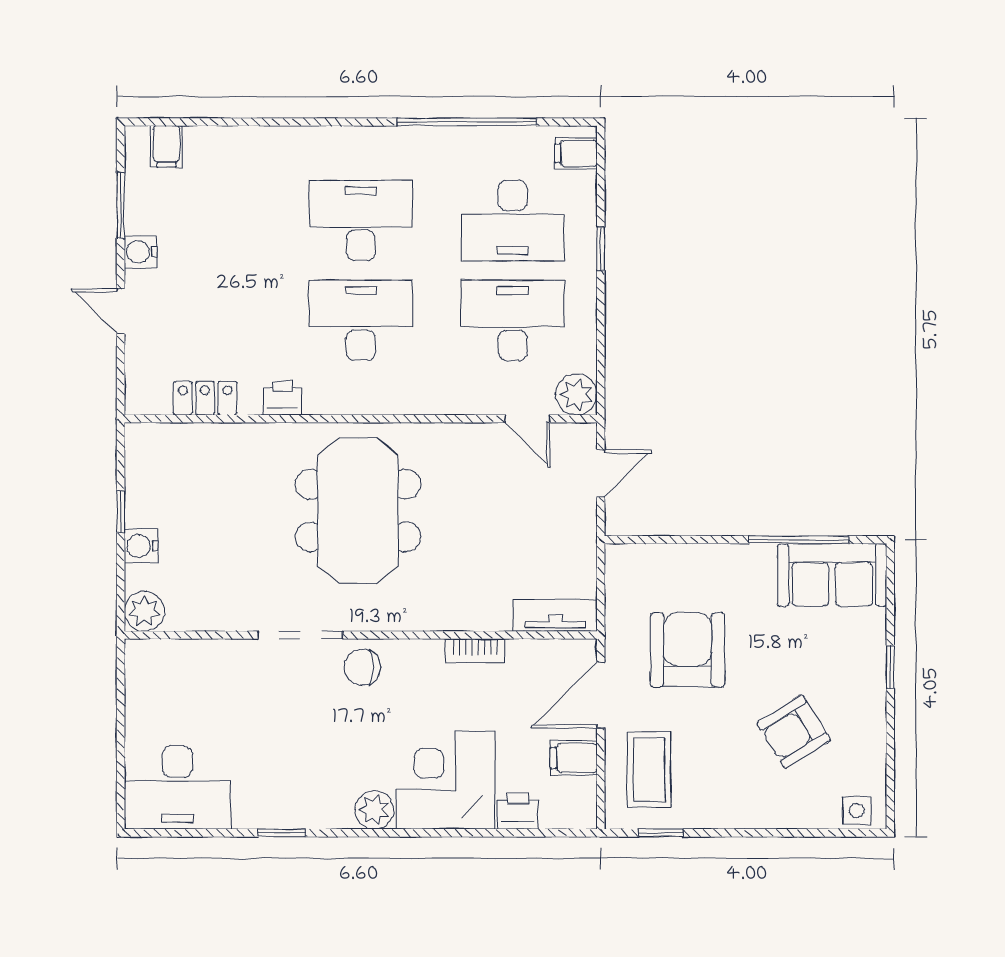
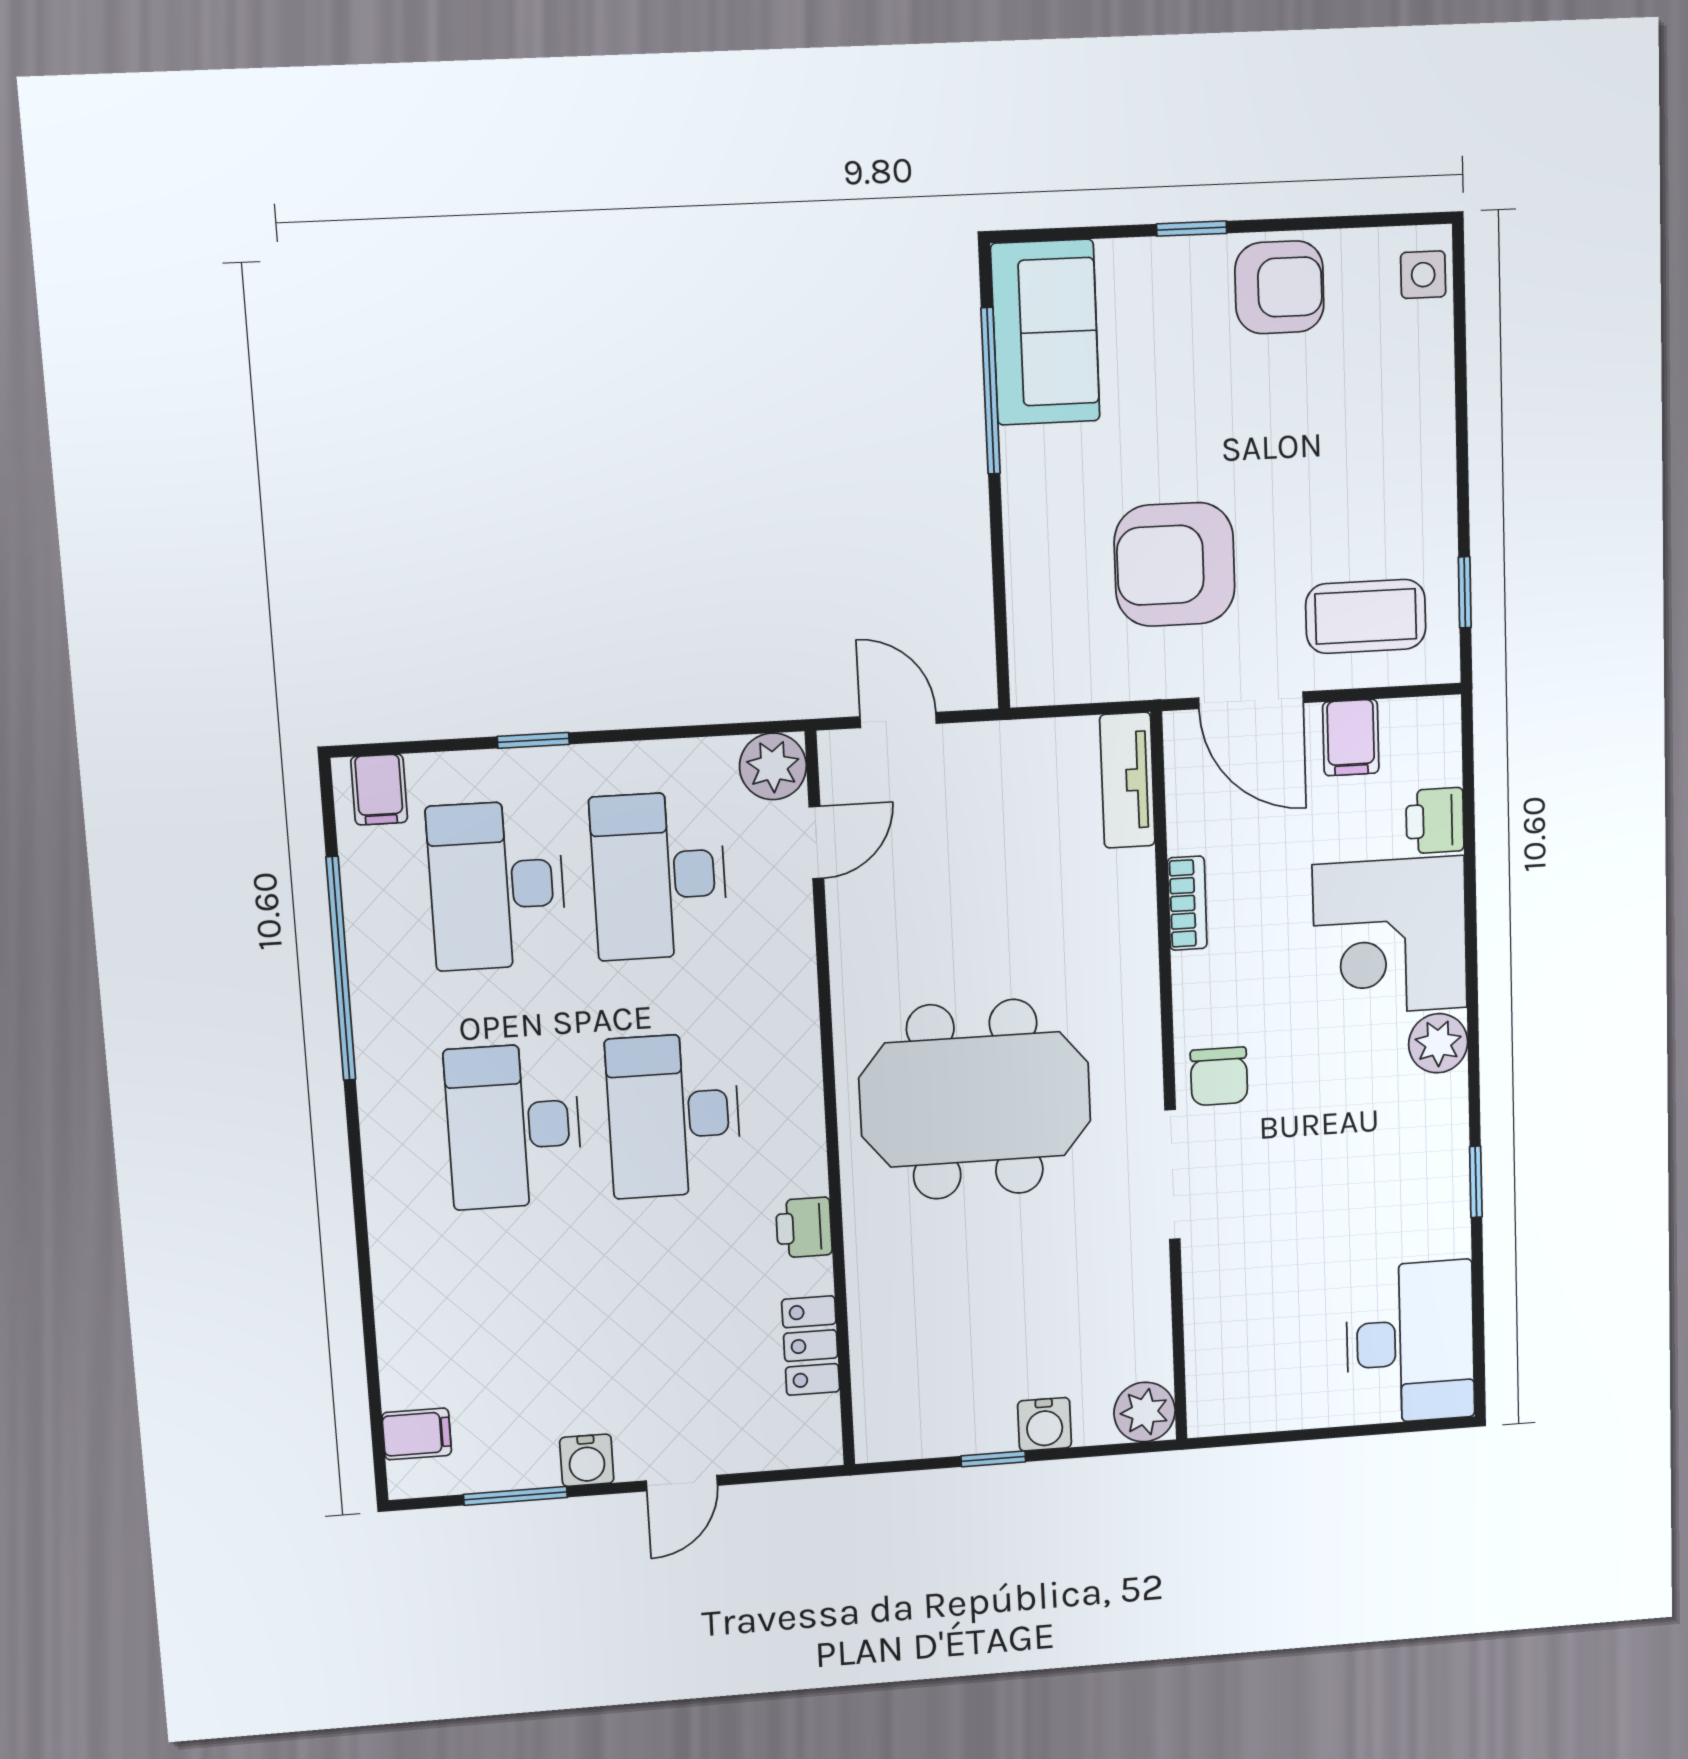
desk: (513, 220) -> (497, 885), turned 180
armchair: (794, 732) -> (1279, 287), moved, turned -58

